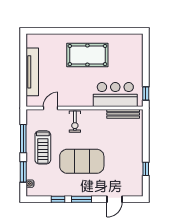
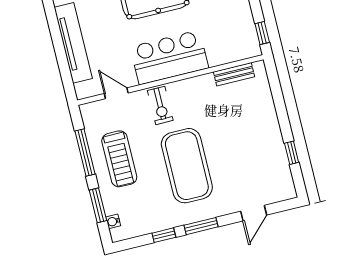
bar counter: (115, 95) -> (169, 57), moved
door: (51, 108) -> (116, 93), hinge flipped
bench: (123, 114) -> (234, 74), width x0.73
exercise mat: (82, 161) -> (187, 166), turned 90

